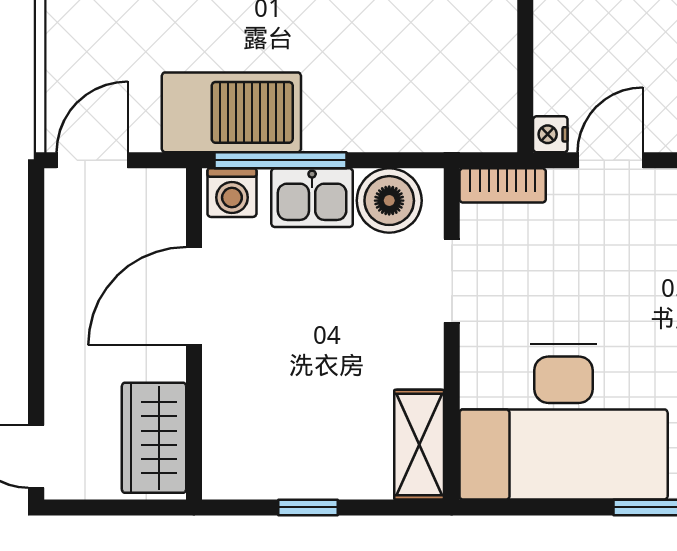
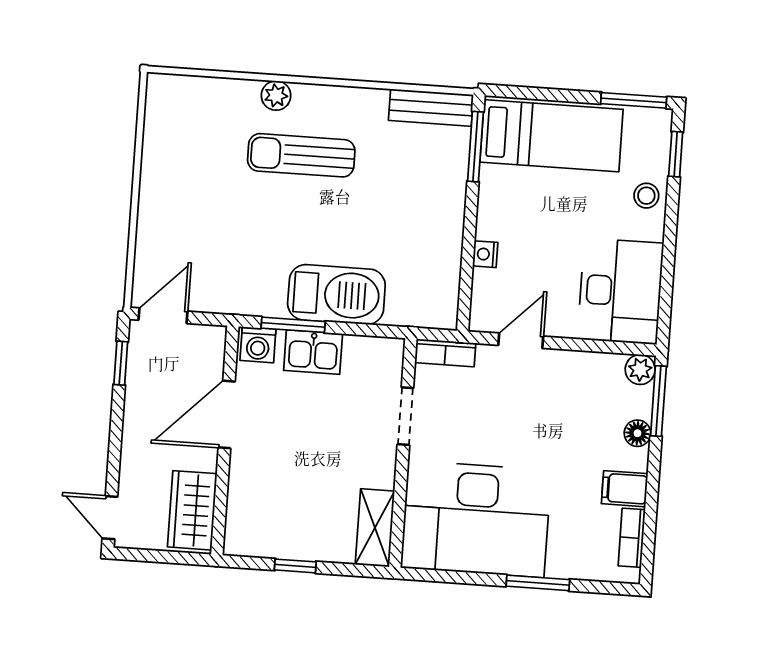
barbecue: (231, 112) -> (336, 295), moved
nightstand: (550, 134) -> (485, 254), moved
window: (281, 160) -> (293, 325), width x0.69
boiler: (389, 201) -> (366, 358), removed
window: (36, 233) -> (121, 363), added

